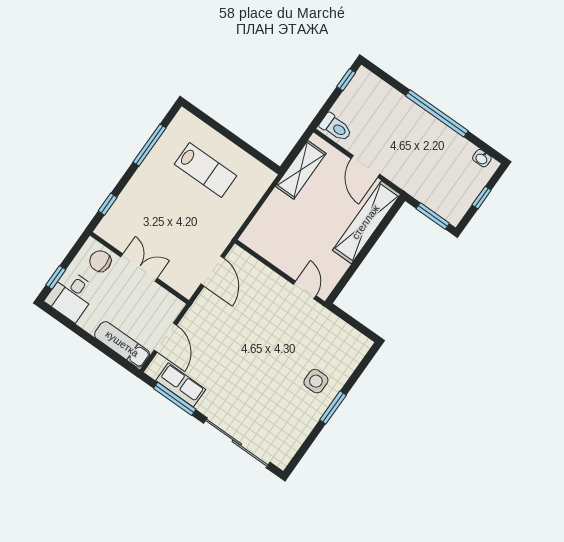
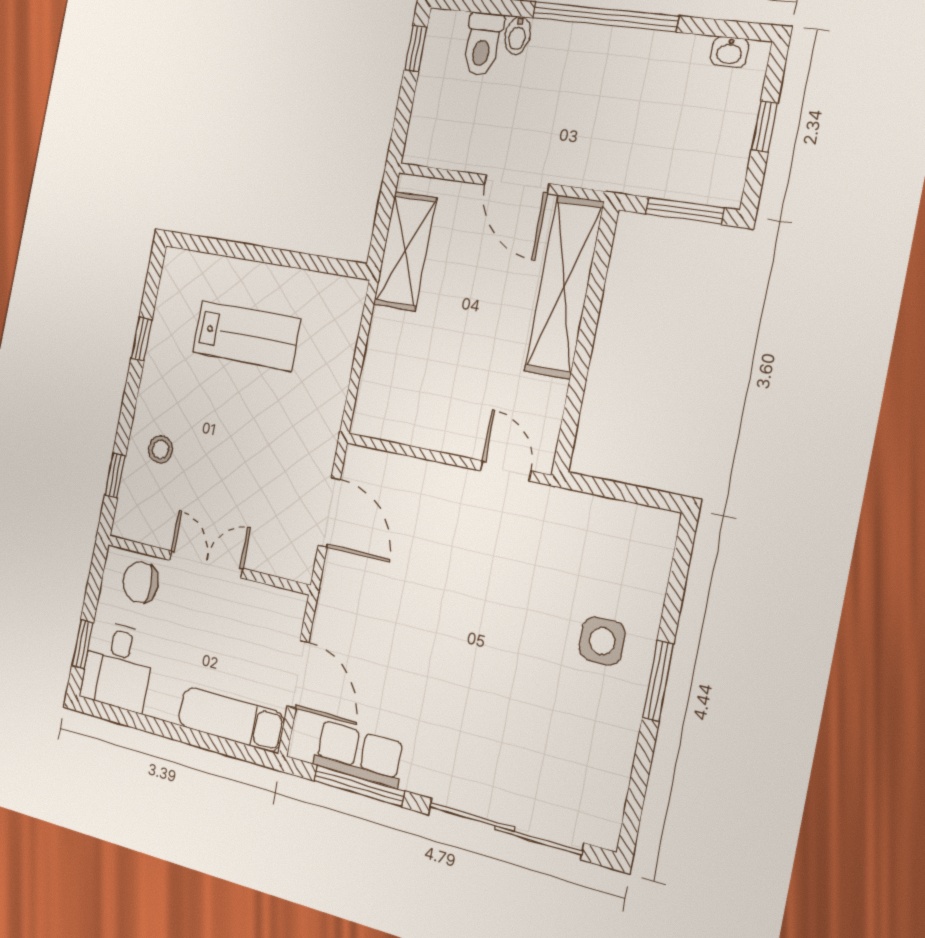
bidet: (395, 100) -> (518, 35), added
toilet: (336, 127) -> (483, 44), moved, turned 90
window: (150, 145) -> (142, 339), width x0.46
stool: (138, 203) -> (160, 449), added

